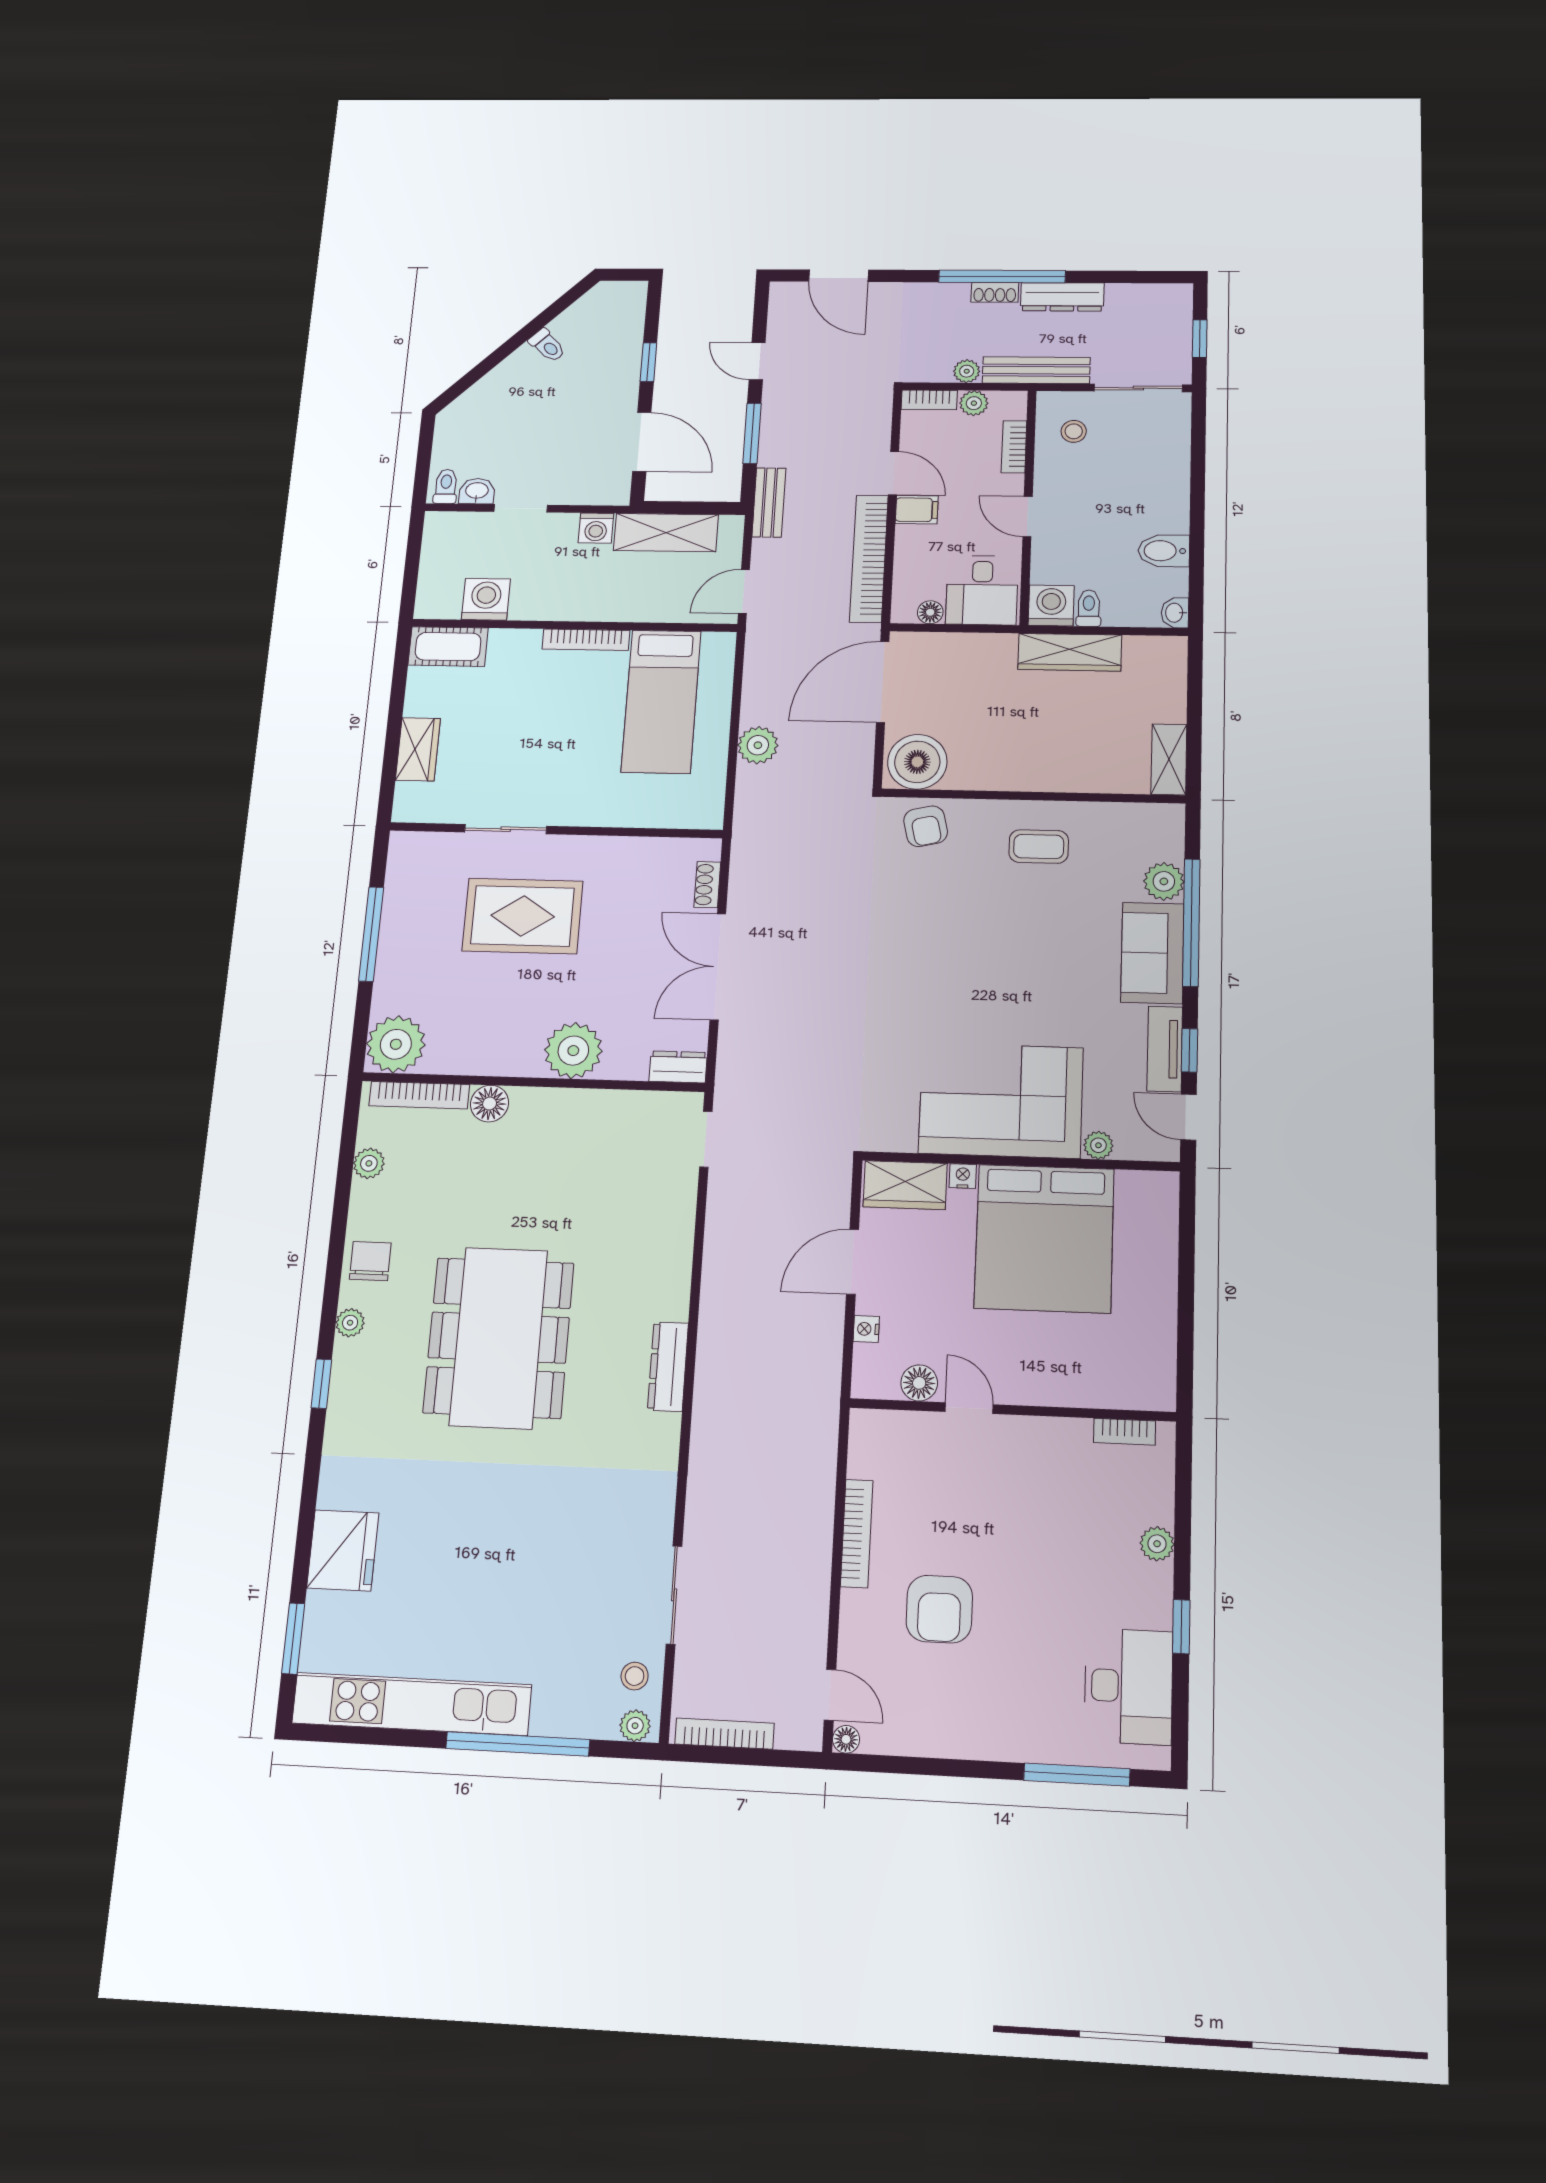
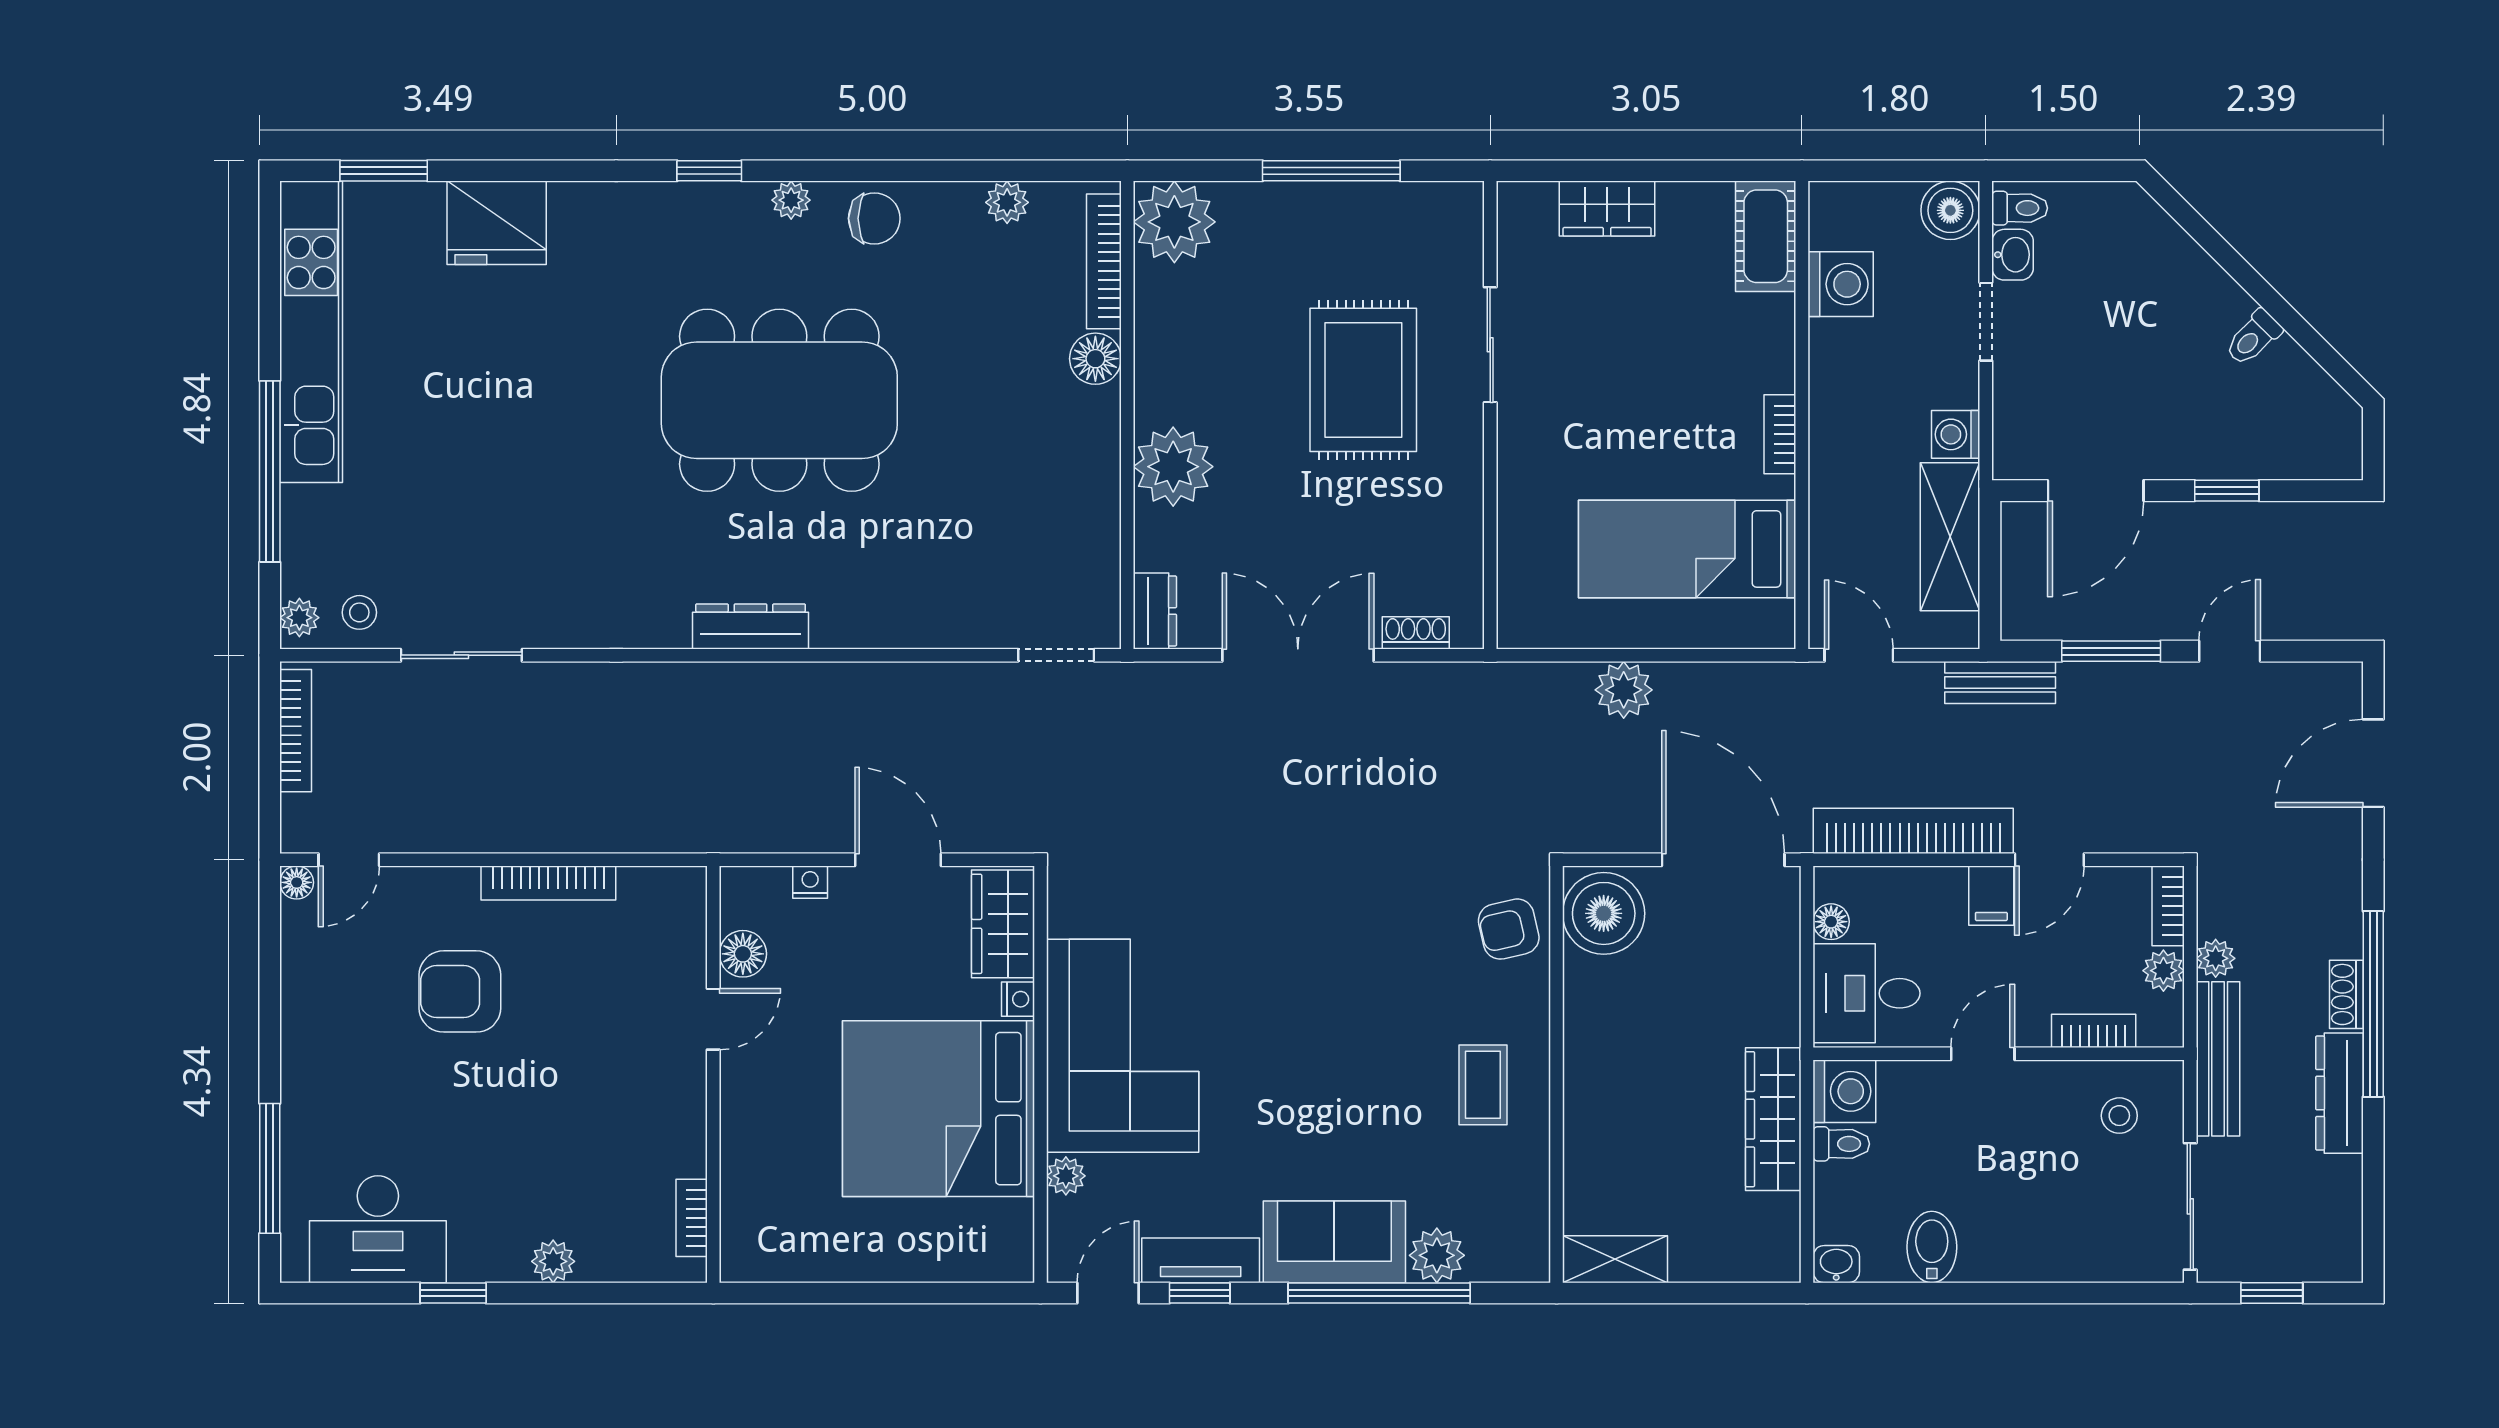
boiler: (443, 529) -> (1950, 210), added
bookcase: (586, 640) -> (1780, 434), width x0.64

